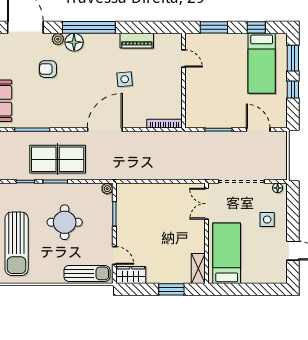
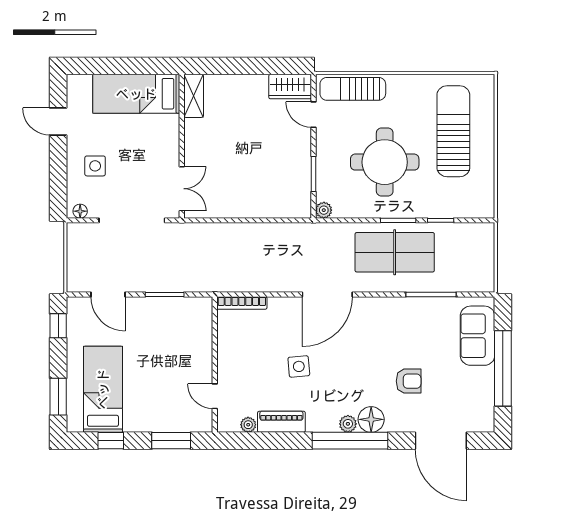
plant: (58, 39) -> (348, 424), moved
plant: (160, 39) -> (248, 425), added
window: (293, 89) -> (58, 326), moved
round table: (65, 222) -> (385, 162), width x1.36, depth x1.36
bed: (227, 253) -> (136, 94), moved, turned 90
window: (171, 289) -> (232, 66), removed

